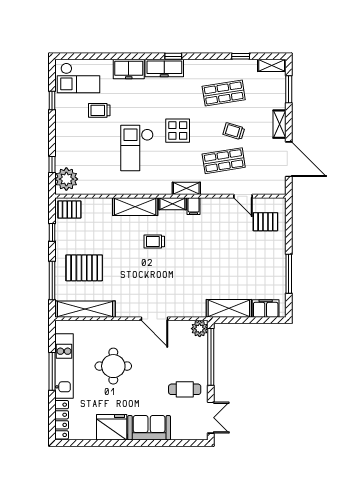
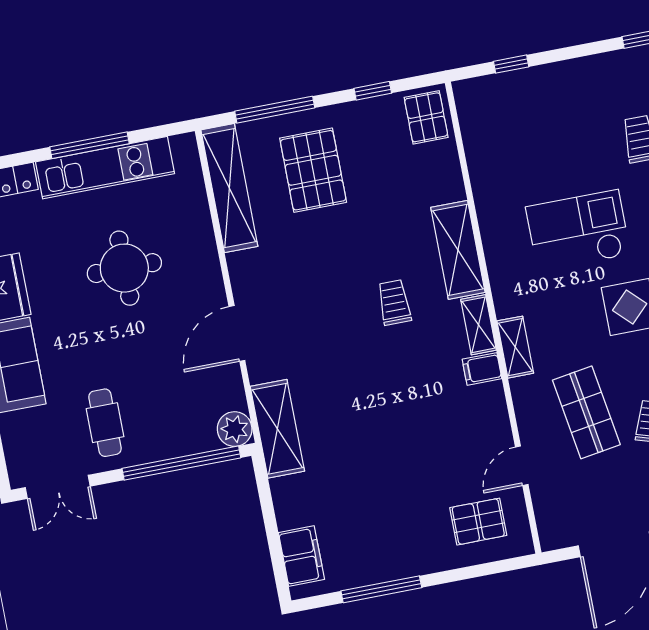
plant: (66, 179) -> (487, 99), removed
pallet: (265, 222) -> (478, 522), turned 90
shelving: (229, 308) -> (277, 429), moved

